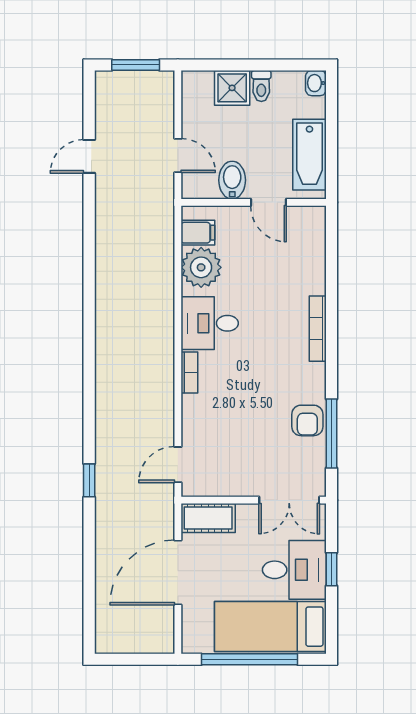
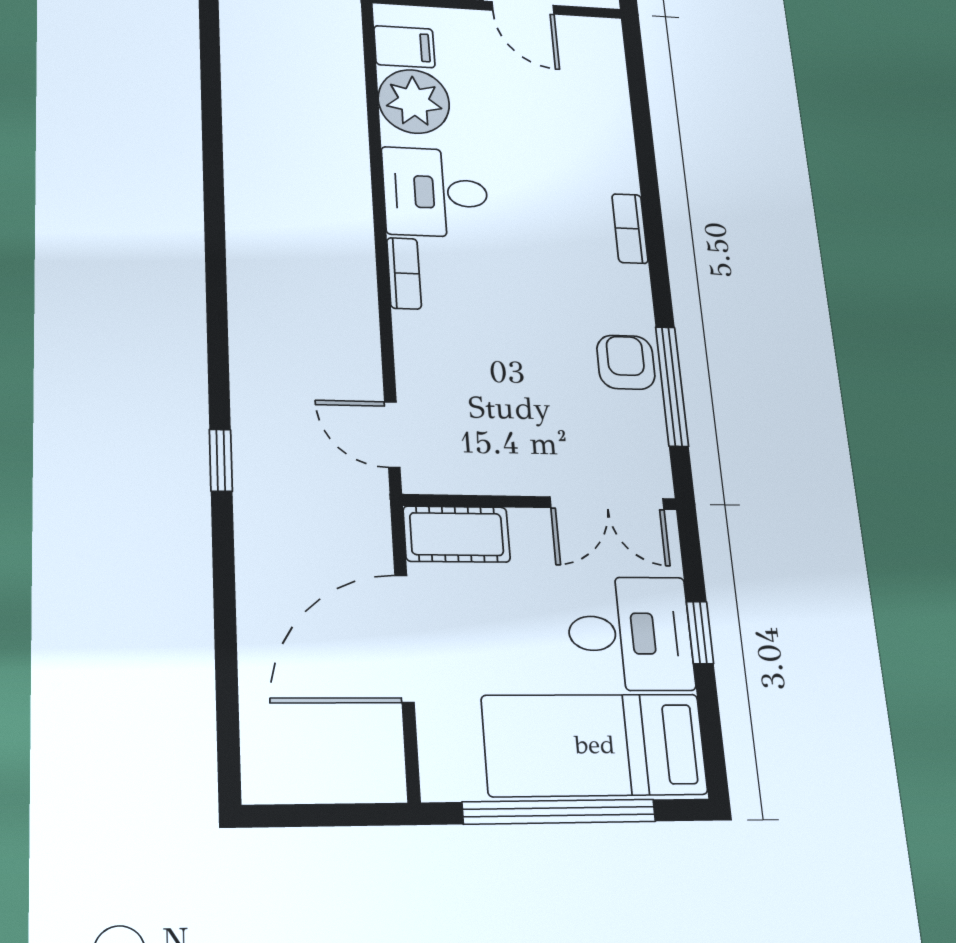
bookcase: (318, 329) -> (630, 229), width x0.64
armchair: (307, 420) -> (626, 362), turned 180
door: (178, 465) -> (392, 435), hinge flipped

